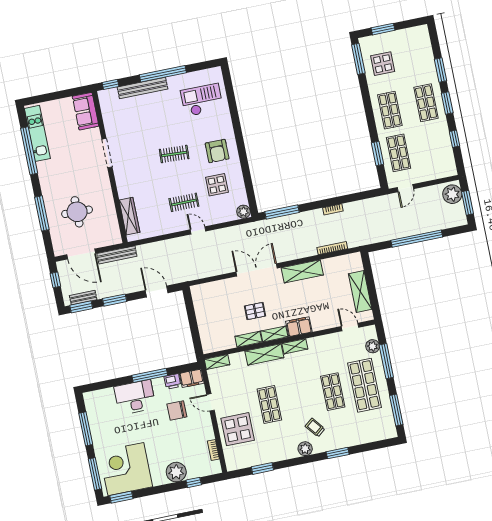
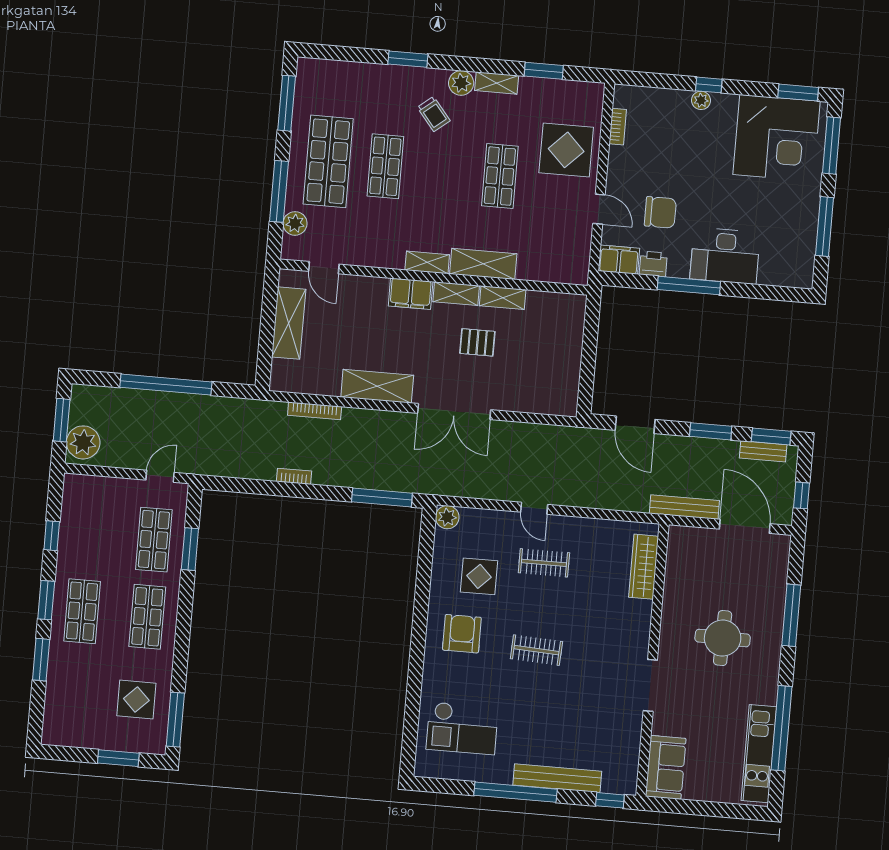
round table: (77, 212) -> (723, 638), moved
shelving: (217, 362) -> (497, 83), moved
plant: (176, 472) -> (701, 100), width x0.53, depth x0.53
window: (194, 482) -> (709, 85), moved

